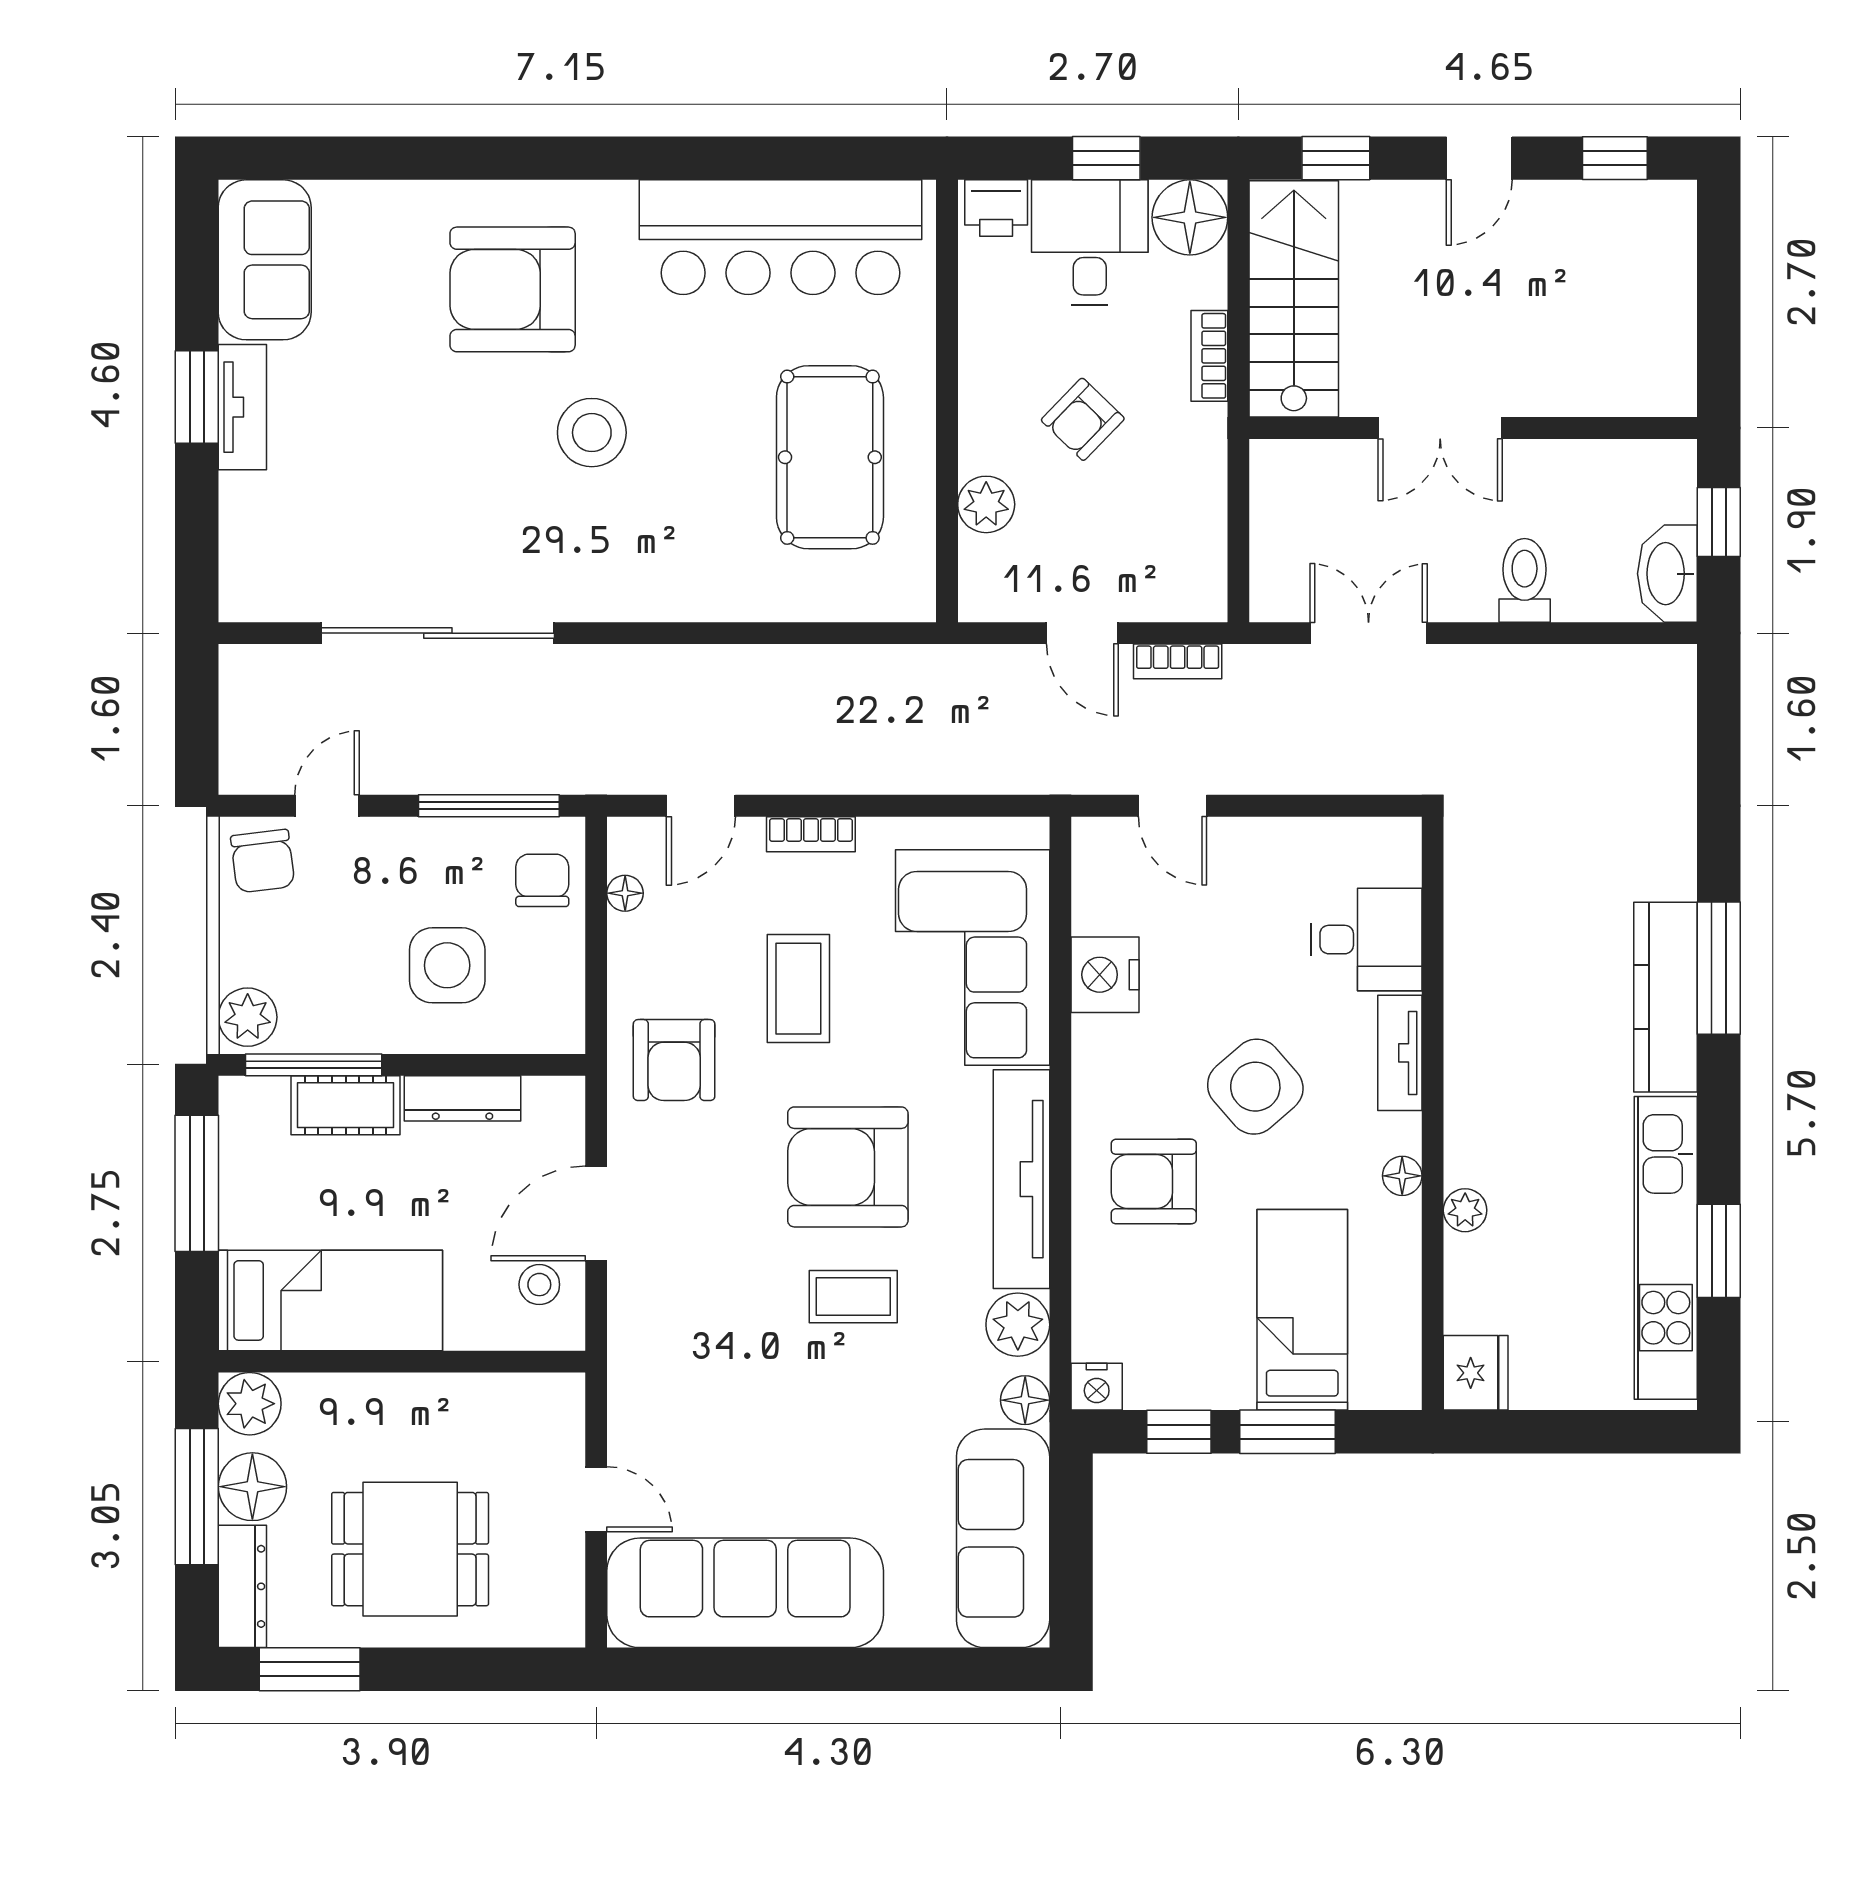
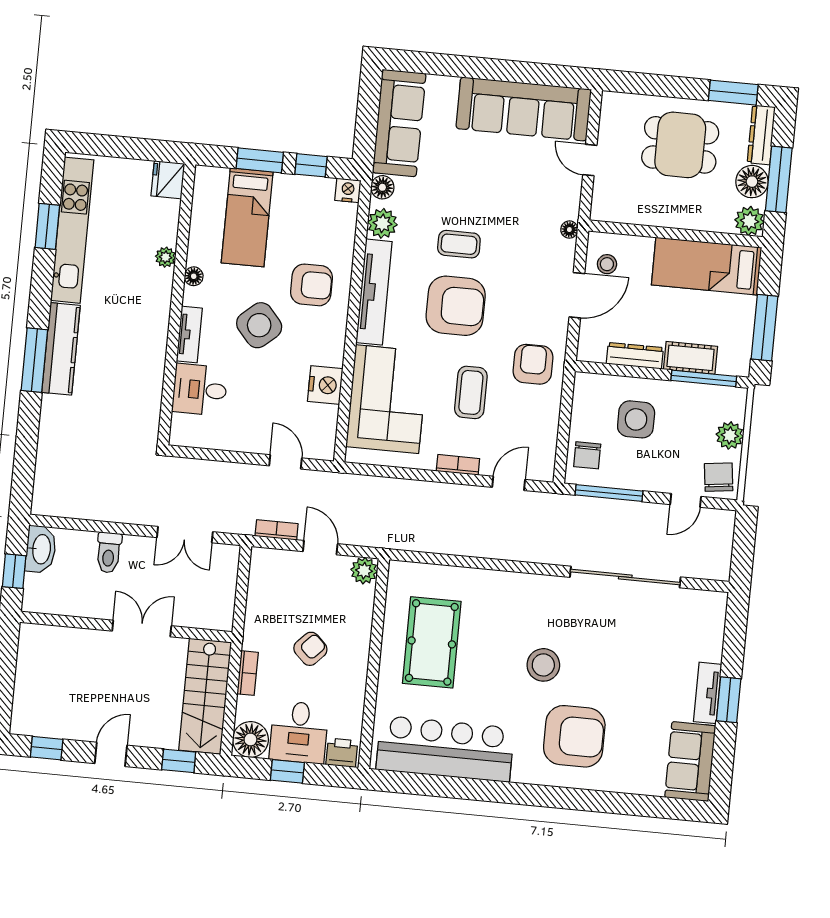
plant: (986, 504) -> (364, 571), moved
floor lamp: (625, 893) -> (569, 230), moved
plant: (248, 1017) -> (730, 435), moved

